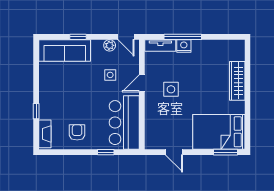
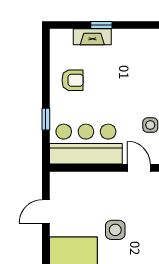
side table: (171, 89) -> (115, 230), moved
fireplace: (45, 134) -> (92, 37), moved

